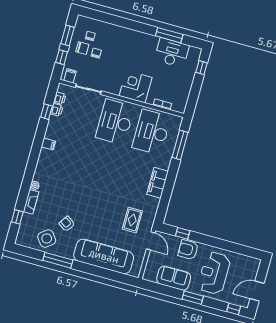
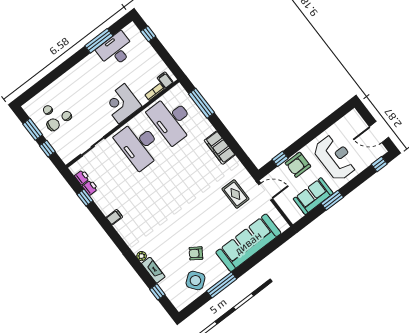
filing cabinet: (70, 76) -> (165, 80), moved
reception desk: (214, 273) -> (335, 158), turned 180
door: (257, 291) -> (379, 132), hinge flipped
window: (193, 298) -> (332, 200), moved

